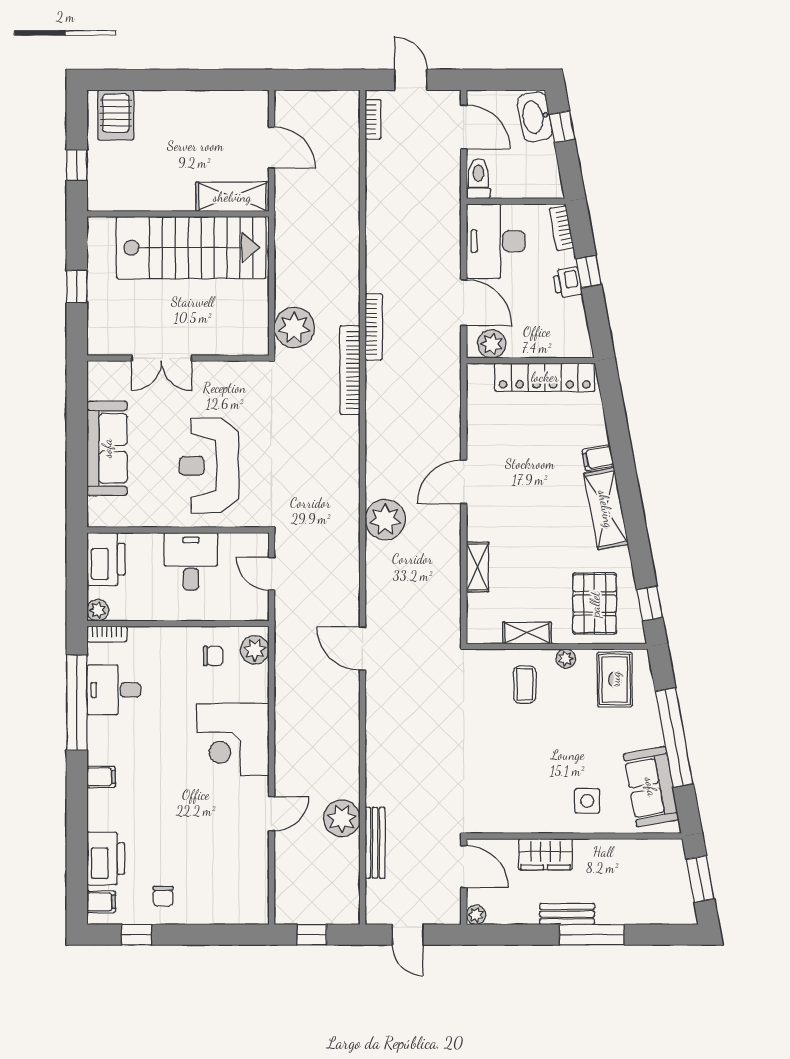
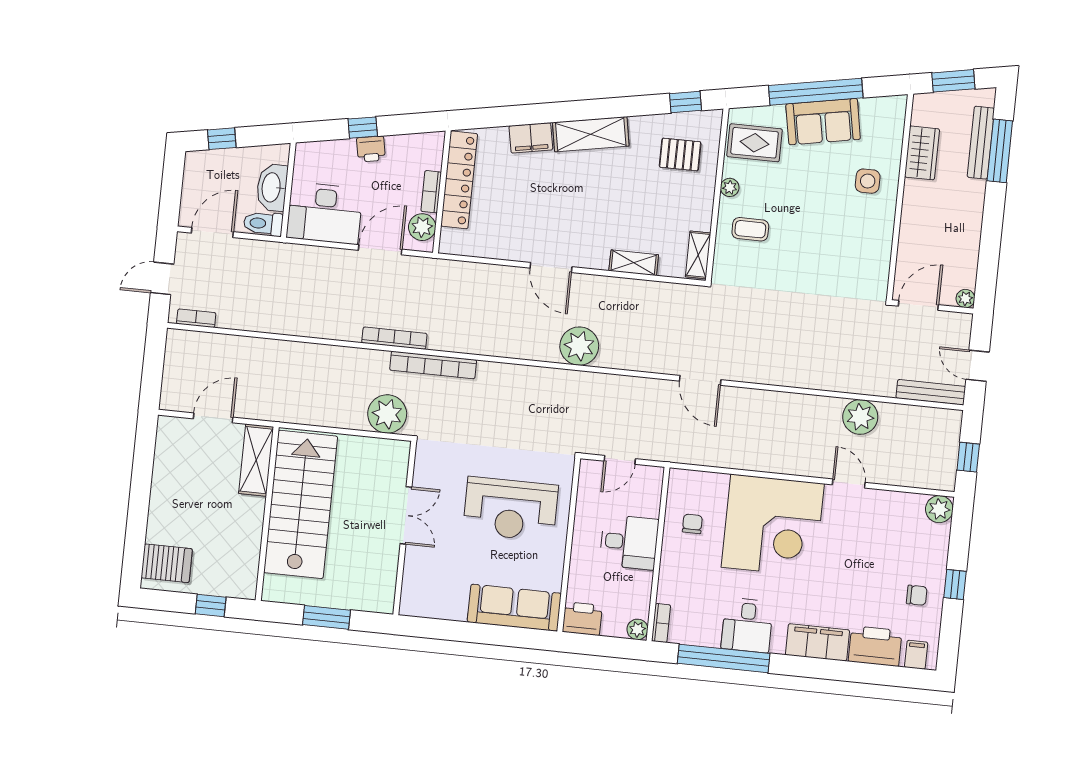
washbasin: (535, 117) -> (272, 187), moved, turned 100
bookcase: (562, 228) -> (431, 192), moved, turned 100
window: (77, 286) -> (326, 617), width x1.50
double door: (162, 358) -> (406, 515), moved
sofa: (107, 448) -> (514, 608), moved
filing cabinet: (598, 458) -> (531, 138), width x2.00
printer: (106, 559) -> (582, 619), width x0.73, depth x0.84
desk: (191, 561) -> (629, 542), moved, turned 180
pallet: (595, 604) -> (680, 155), width x0.67, depth x0.71
shelving: (527, 633) -> (698, 255), moved
door: (363, 649) -> (700, 380), hinge flipped
plant: (255, 650) -> (939, 509), moved
desk: (114, 690) -> (747, 625), moved
corner desk: (233, 739) -> (773, 525), width x1.36, depth x1.36
filing cabinet: (101, 777) -> (817, 642), width x3.00, depth x1.17
sofa: (651, 787) -> (823, 122), moved
bench: (375, 843) -> (931, 392), moved
wardrobe: (545, 854) -> (922, 153), moved
bench: (567, 914) -> (981, 143), moved, width x1.36
window: (137, 935) -> (955, 585), moved
door: (408, 935) -> (978, 366), swing flipped
window: (592, 935) -> (1000, 151), moved

